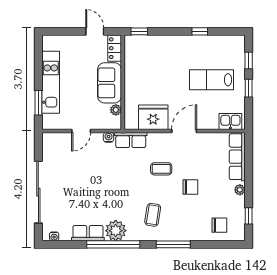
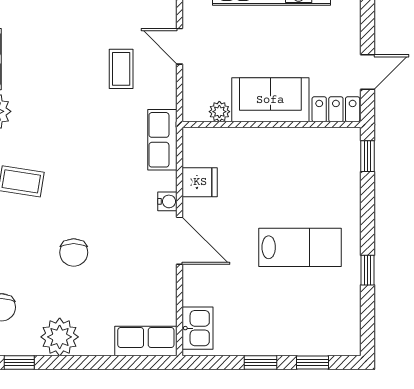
lab bench: (211, 80) -> (300, 247), moved, turned 90
fridge: (153, 117) -> (200, 182), width x0.53, depth x0.75
water cooler: (109, 137) -> (167, 201), moved
row of seats: (237, 157) -> (146, 341), width x0.68
coffee table: (161, 169) -> (121, 69), moved
plant: (240, 190) -> (60, 337), width x1.88, depth x1.88

